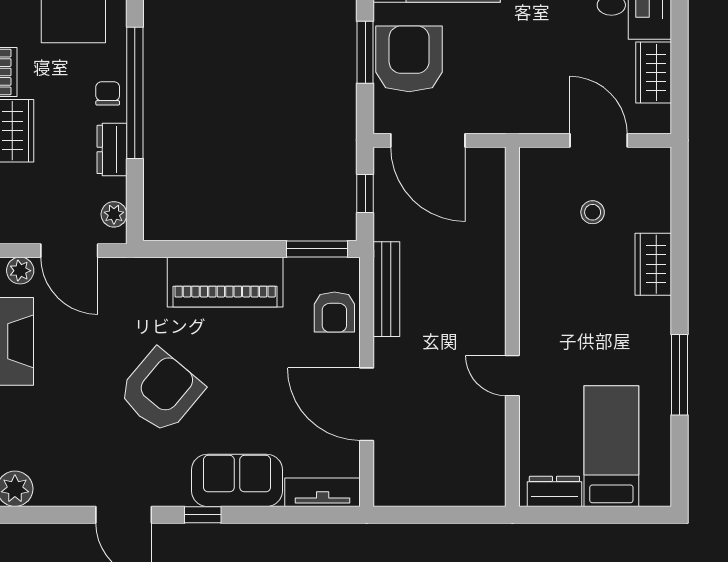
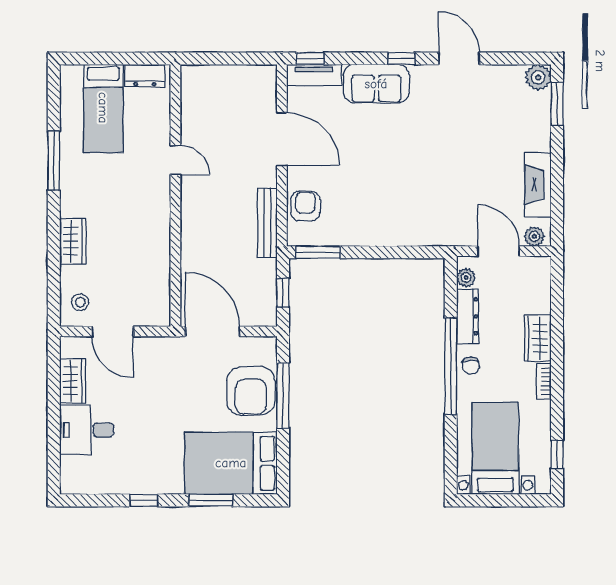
window: (365, 52) -> (283, 396), width x1.44
door: (428, 140) -> (212, 331), moved
dresser: (112, 149) -> (467, 316), width x1.44
stool: (593, 212) -> (80, 302), moved
piano: (225, 282) -> (385, 228), removed
armchair: (161, 391) -> (432, 149), removed
window: (328, 515) -> (310, 58), added

